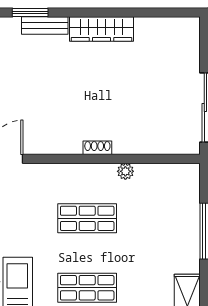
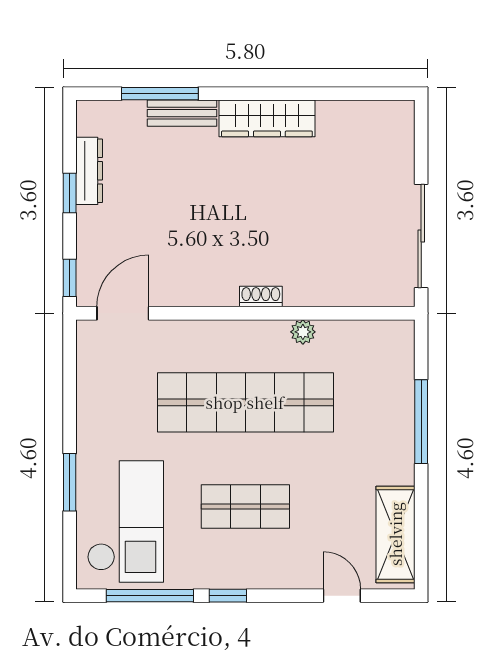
window: (30, 12) -> (160, 94), width x1.44
shop shelf: (87, 218) -> (245, 402), width x2.00, depth x1.36

